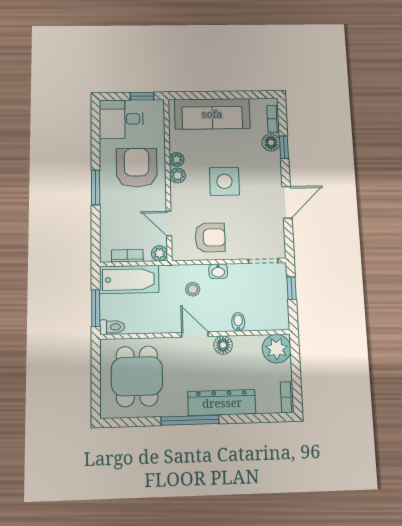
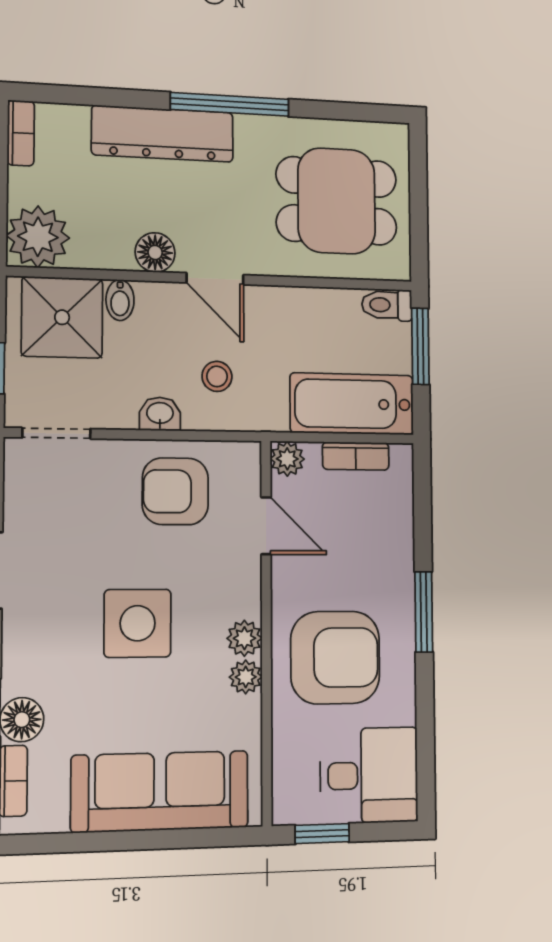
armchair: (137, 168) -> (335, 658), turned -90
shower: (264, 312) -> (62, 317), added
dining table: (137, 376) -> (337, 201), turned 90

